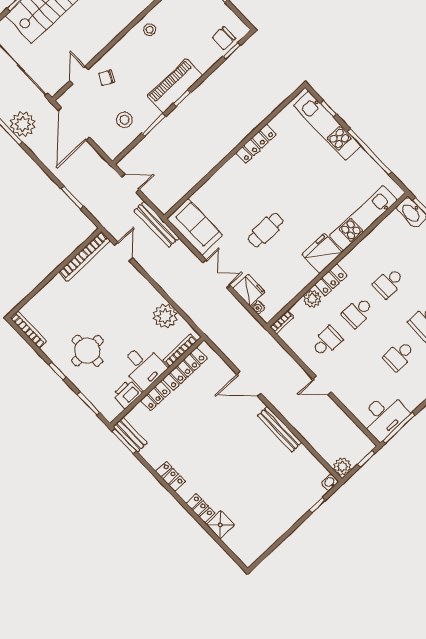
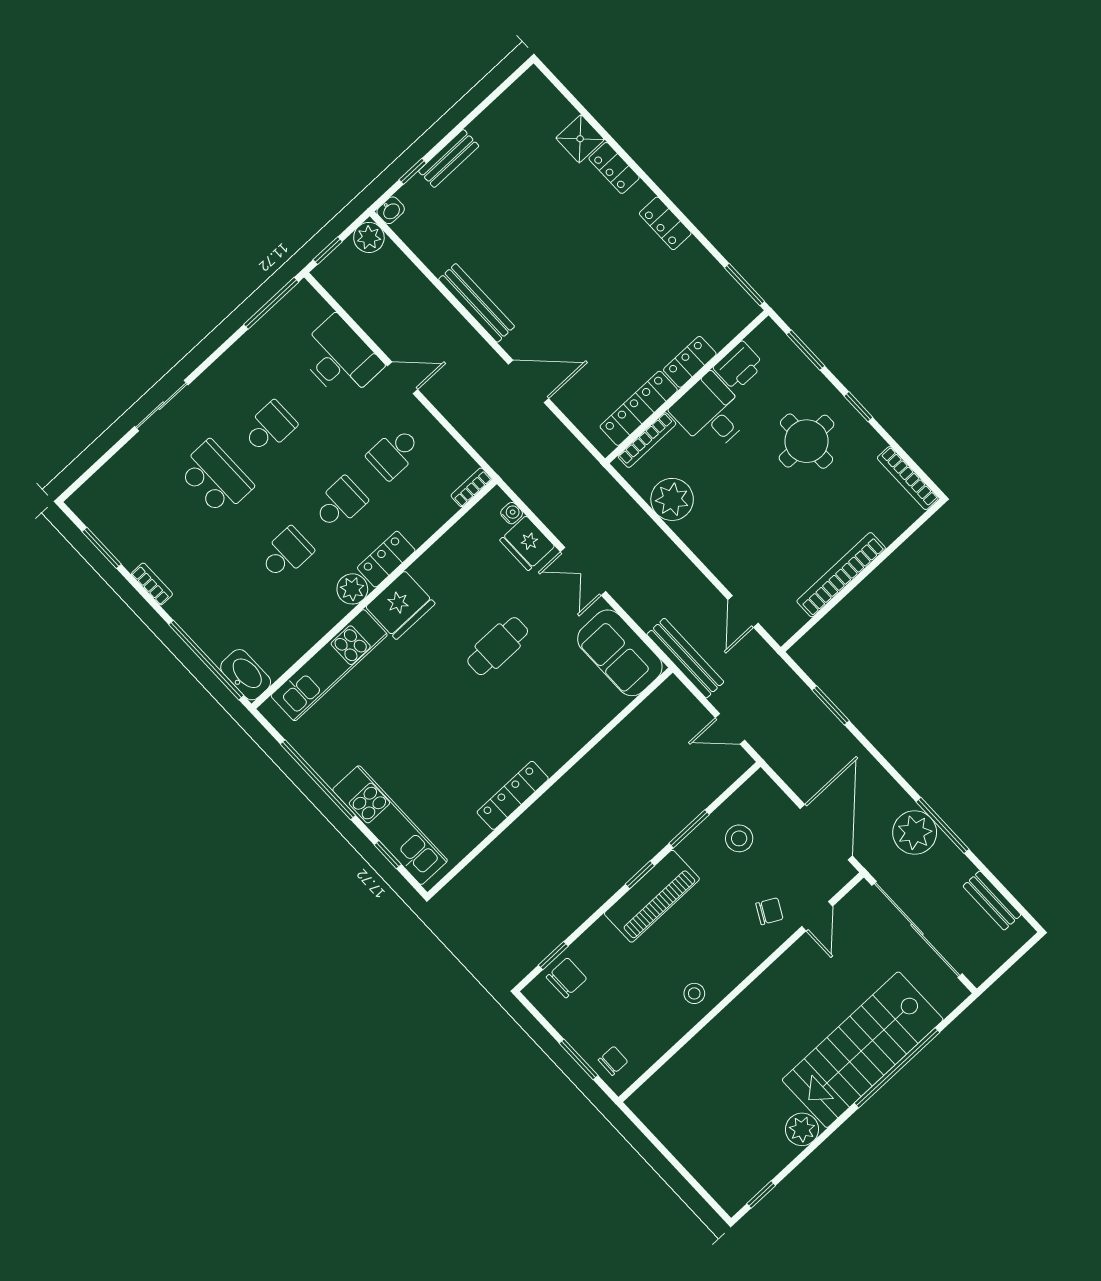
bookcase: (84, 256) -> (841, 575), moved
plant: (312, 299) -> (352, 589), moved
desk: (384, 416) -> (340, 358), moved, turned 90
bench: (130, 435) -> (449, 158), moved, turned 90

